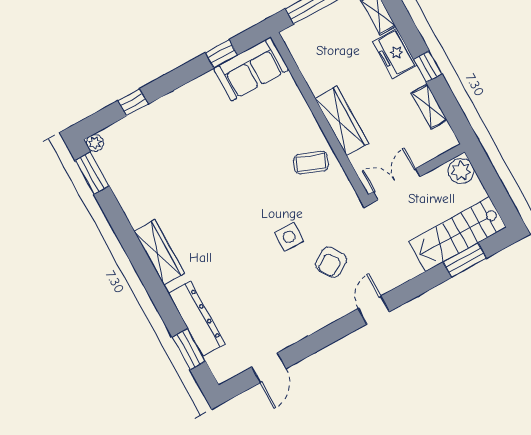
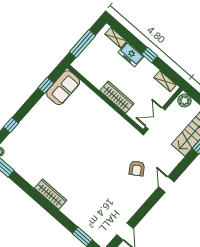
shelving: (429, 107) -> (165, 81), moved
coffee table: (311, 163) -> (109, 123), removed
side table: (289, 237) -> (112, 163), removed
dresser: (197, 319) -> (81, 220), removed

